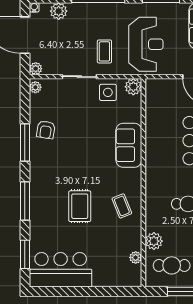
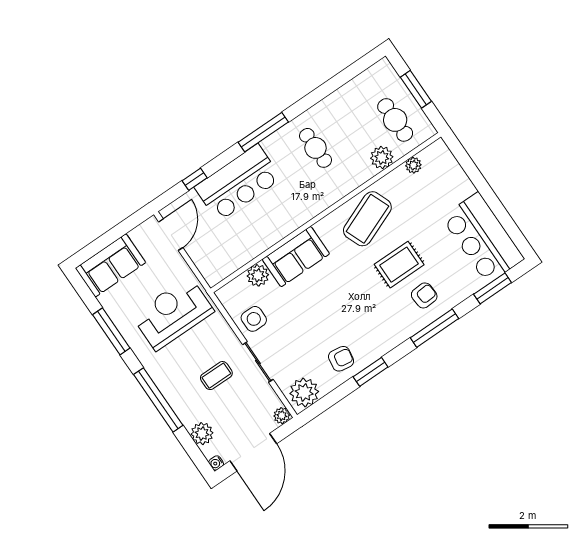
coffee table: (104, 51) -> (216, 376), moved
plant: (35, 87) -> (304, 392), width x1.87, depth x1.87
plant: (133, 87) -> (258, 275), moved
window: (25, 143) -> (371, 372), width x0.69
coffee table: (122, 206) -> (367, 219), width x1.86, depth x1.72
armchair: (50, 209) -> (424, 295), added

